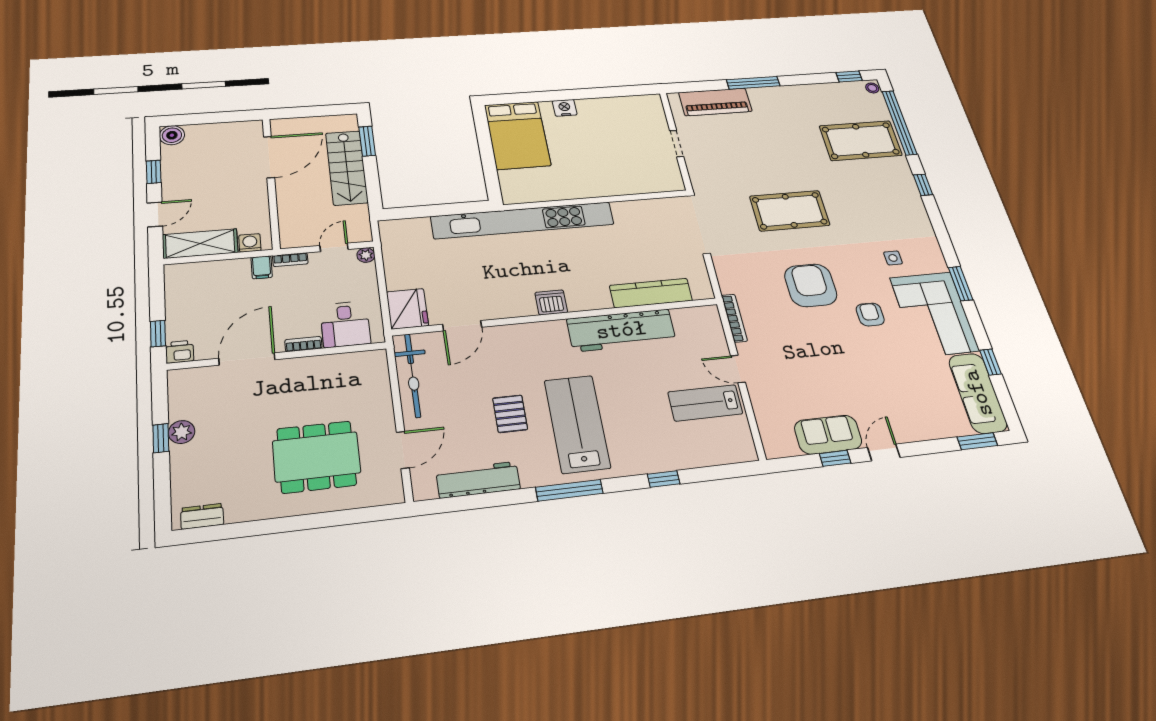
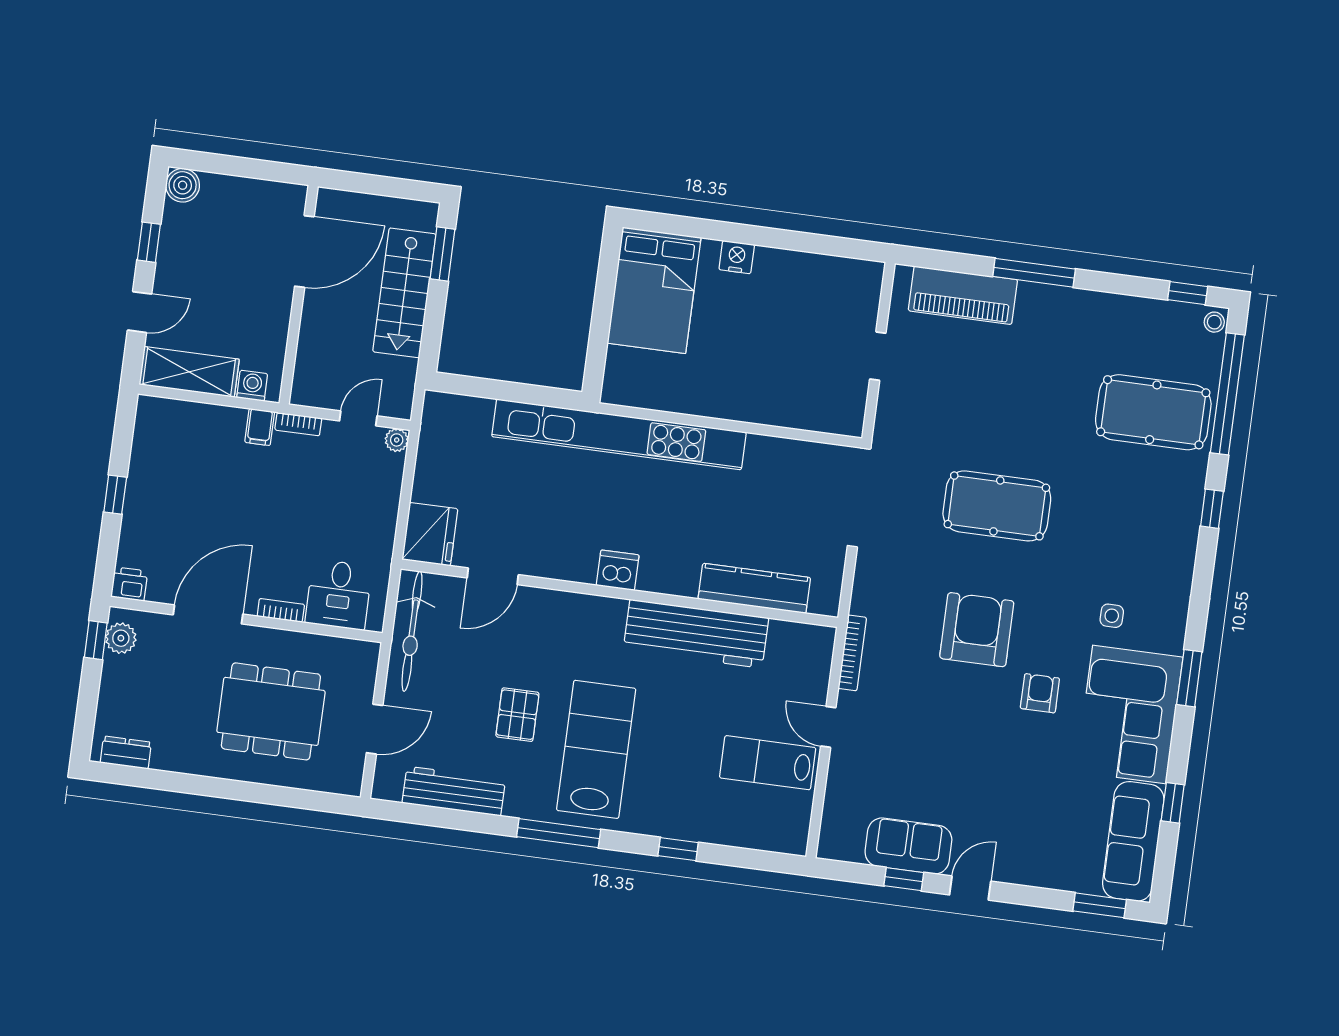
desk: (345, 324) -> (339, 595), moved
bookcase: (303, 344) -> (281, 610), moved
printer: (180, 352) -> (129, 584), moved
wall: (278, 356) -> (246, 619), moved
door: (247, 359) -> (208, 614), moved

